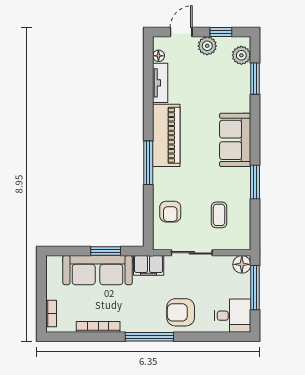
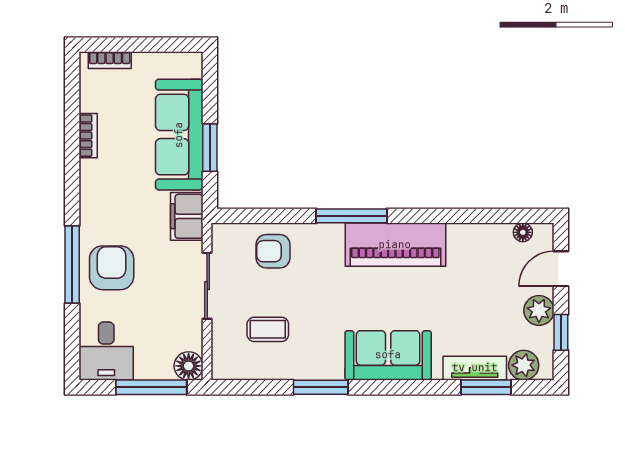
door: (181, 32) -> (561, 269), swing flipped
tv unit: (160, 83) -> (475, 368), moved, turned 180
bookcase: (98, 327) -> (88, 136), width x0.64
window: (149, 337) -> (72, 264), moved

